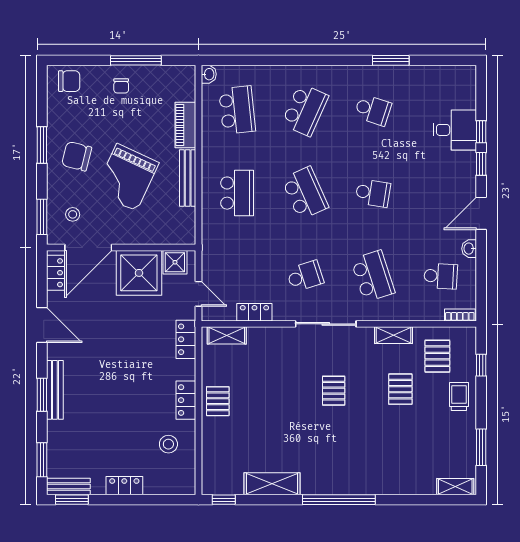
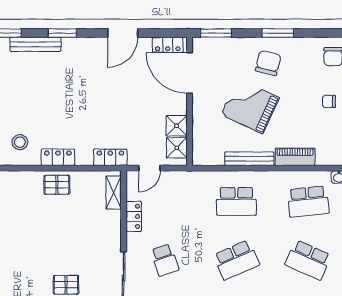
stool: (73, 214) -> (218, 60), removed
shower: (139, 273) -> (177, 126), width x0.54, depth x0.54
bench: (55, 390) -> (35, 44), moved

